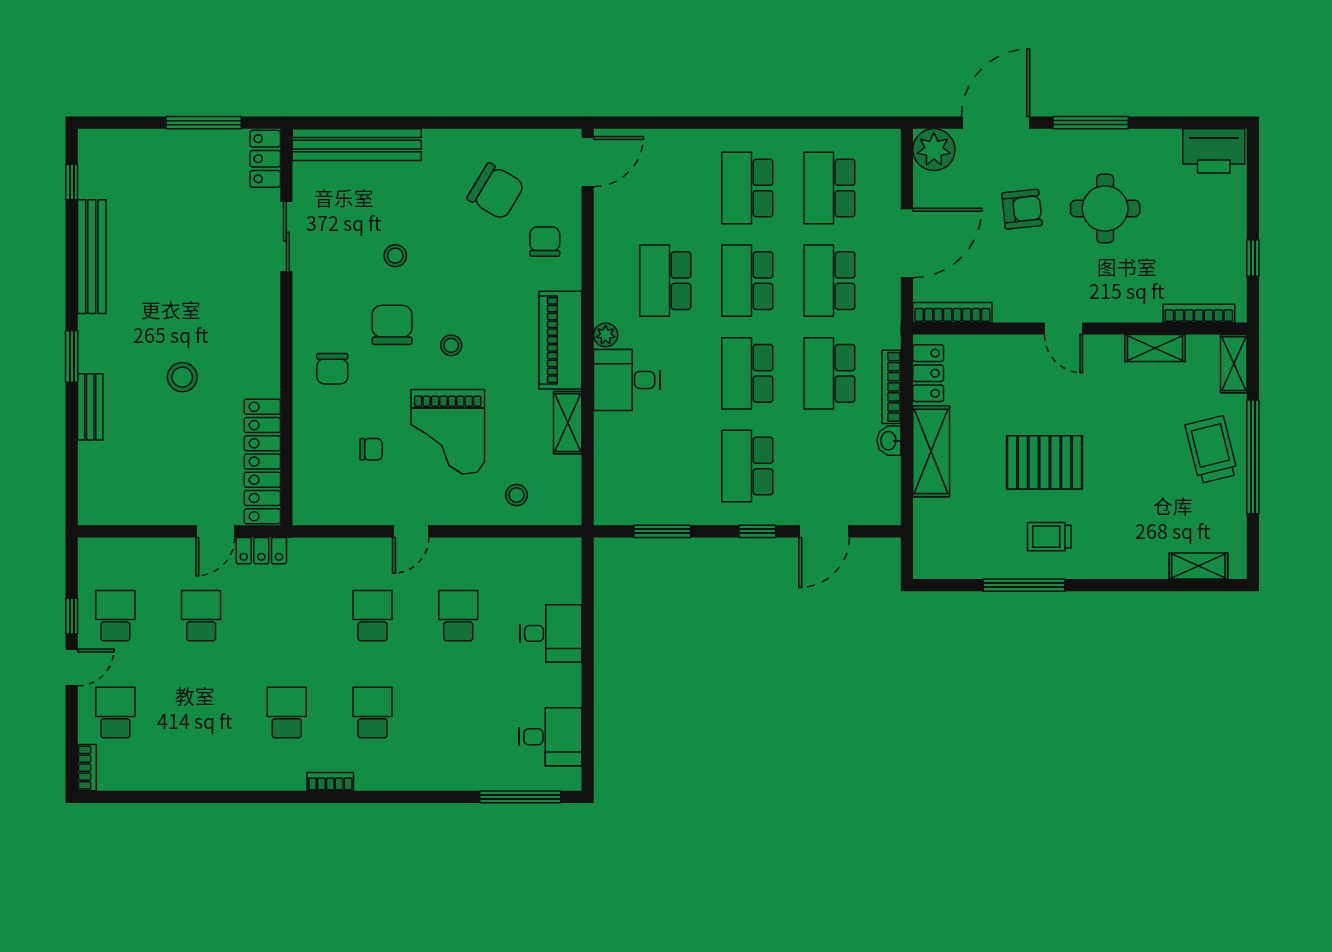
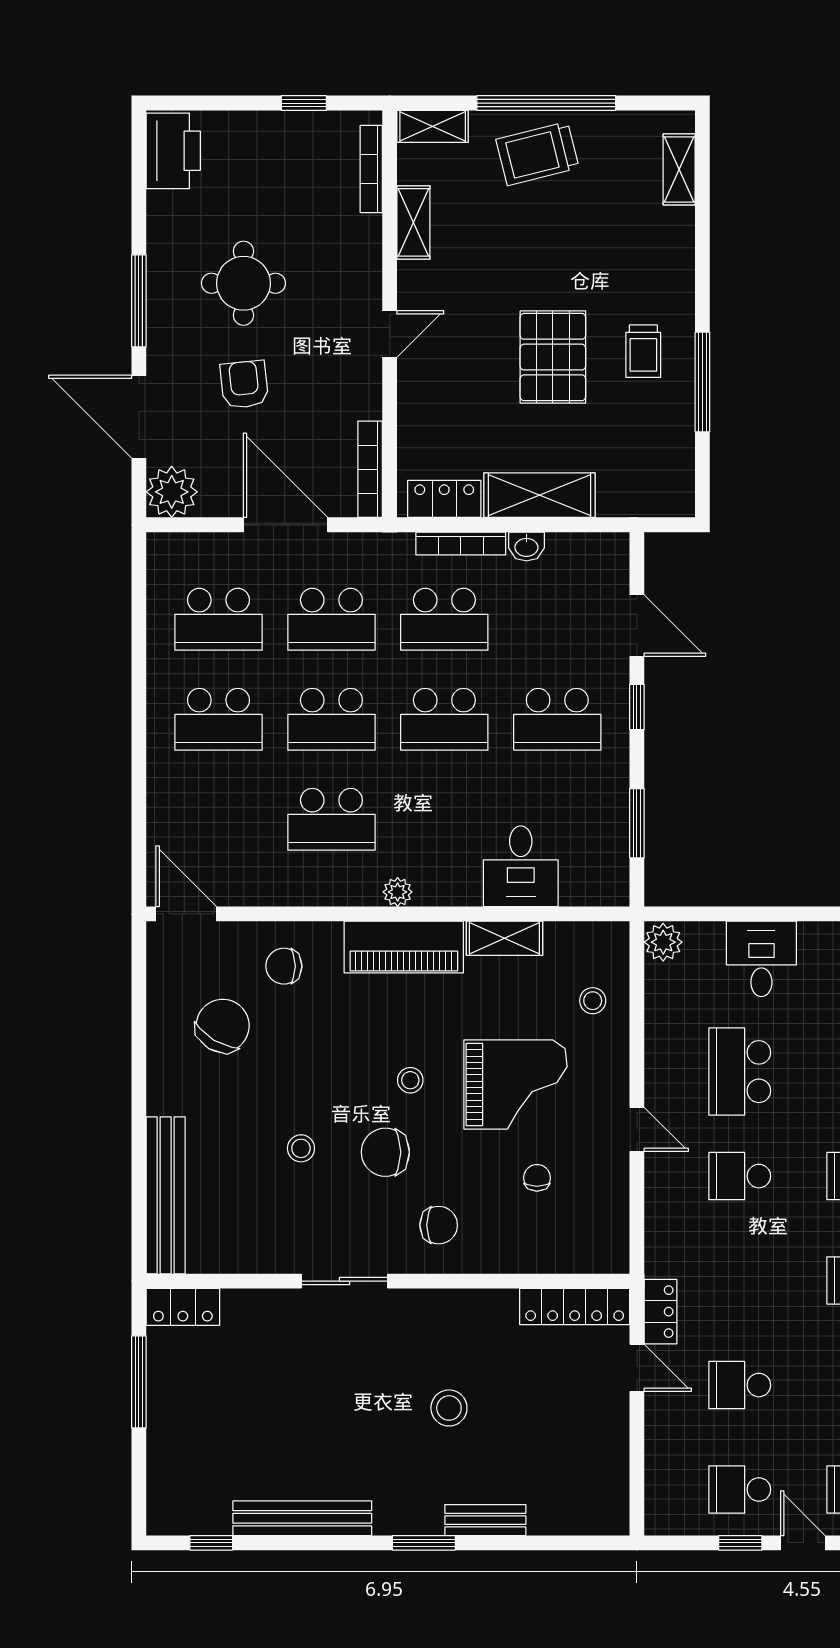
sliding door: (286, 237) -> (344, 1281), moved
desk: (627, 380) -> (521, 866), moved
locker: (262, 462) -> (575, 1307), width x0.71, depth x0.83
plant: (564, 553) -> (663, 942), added
school desk: (458, 616) -> (740, 1072), width x1.85

